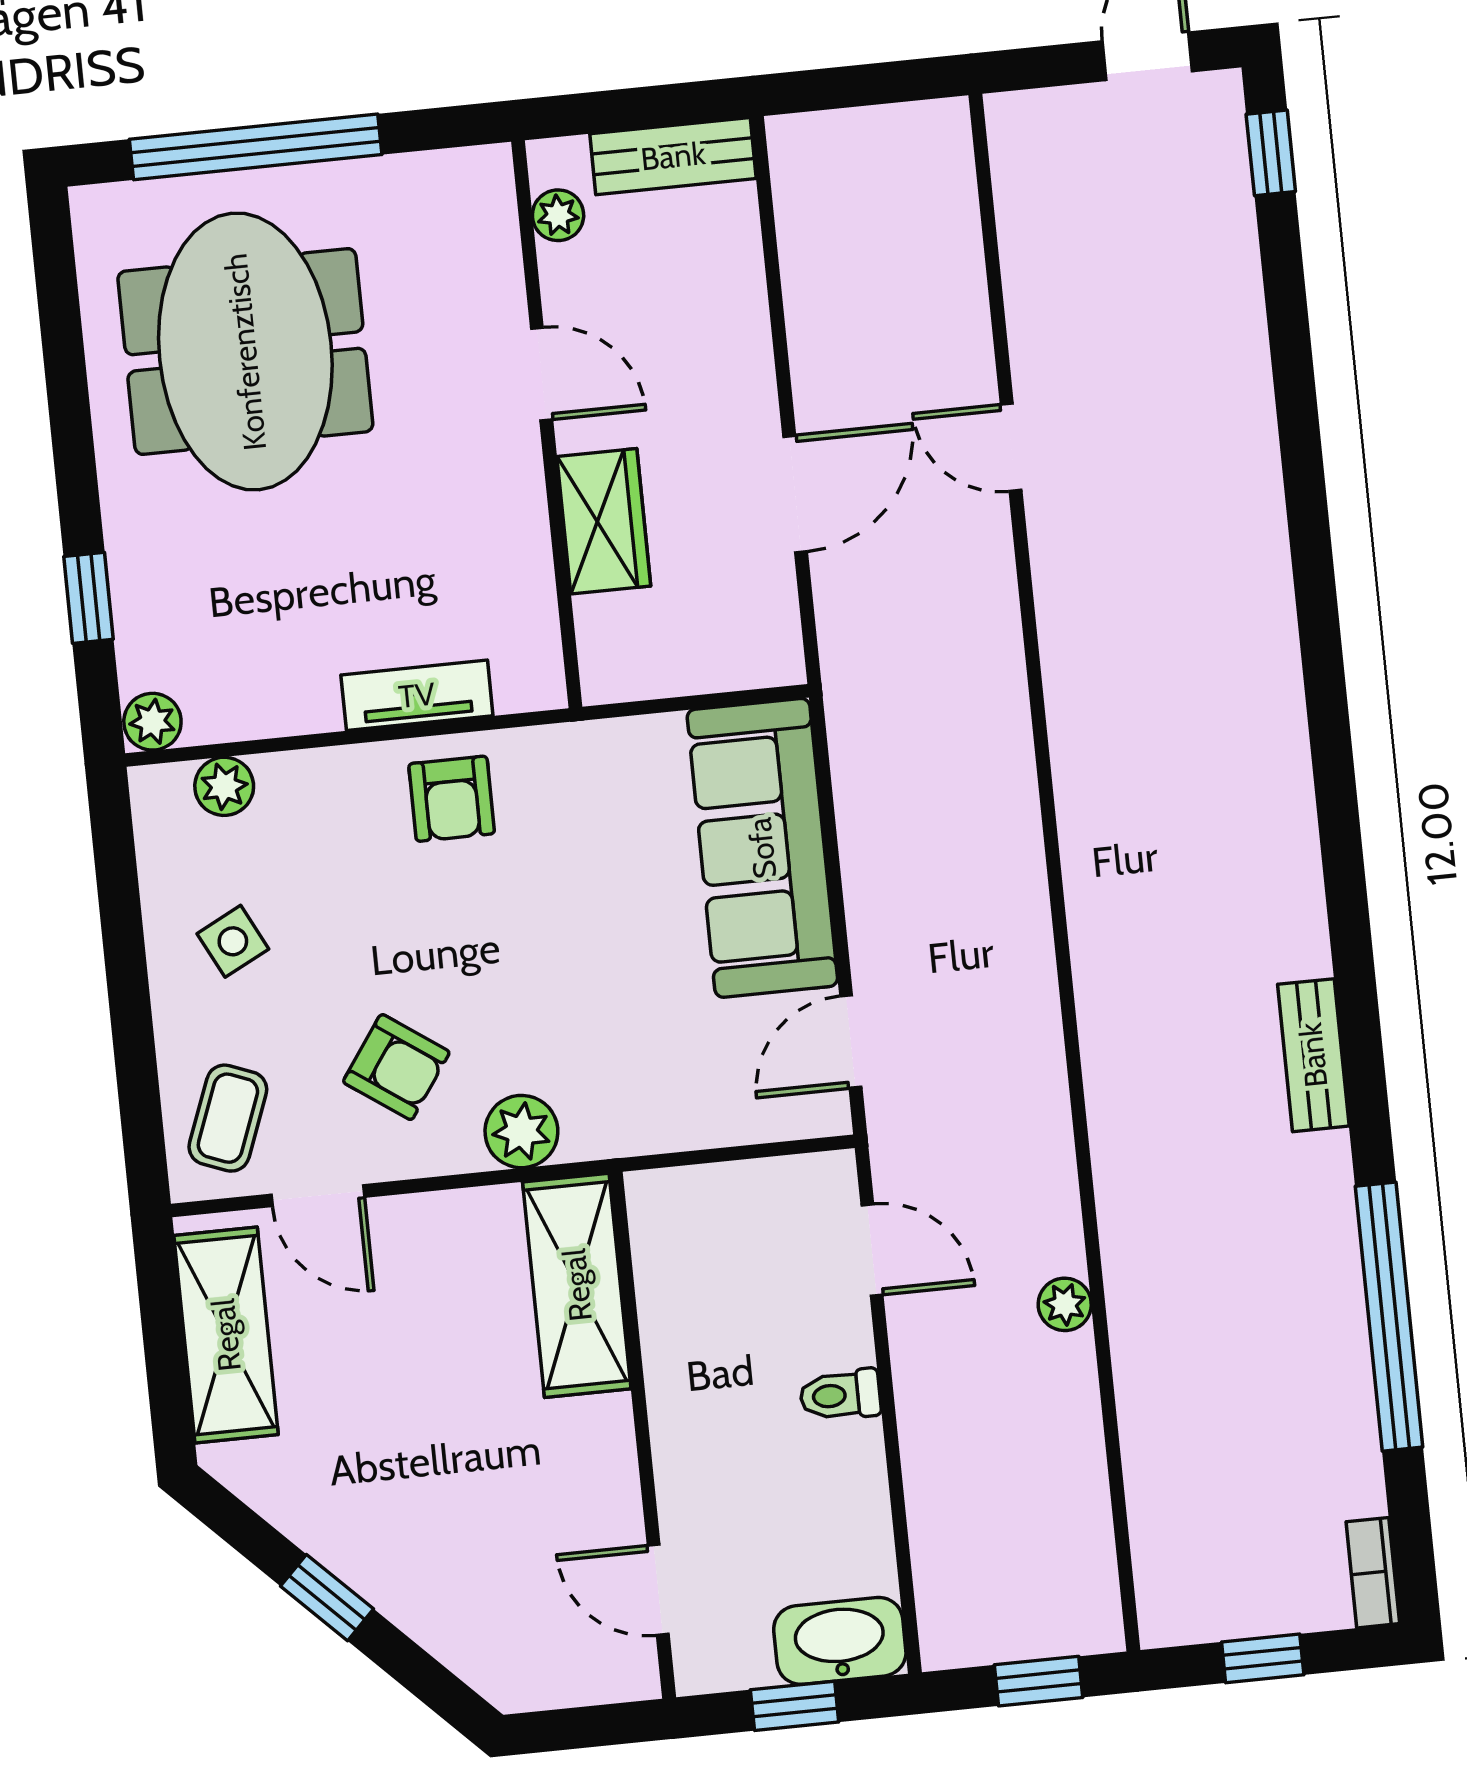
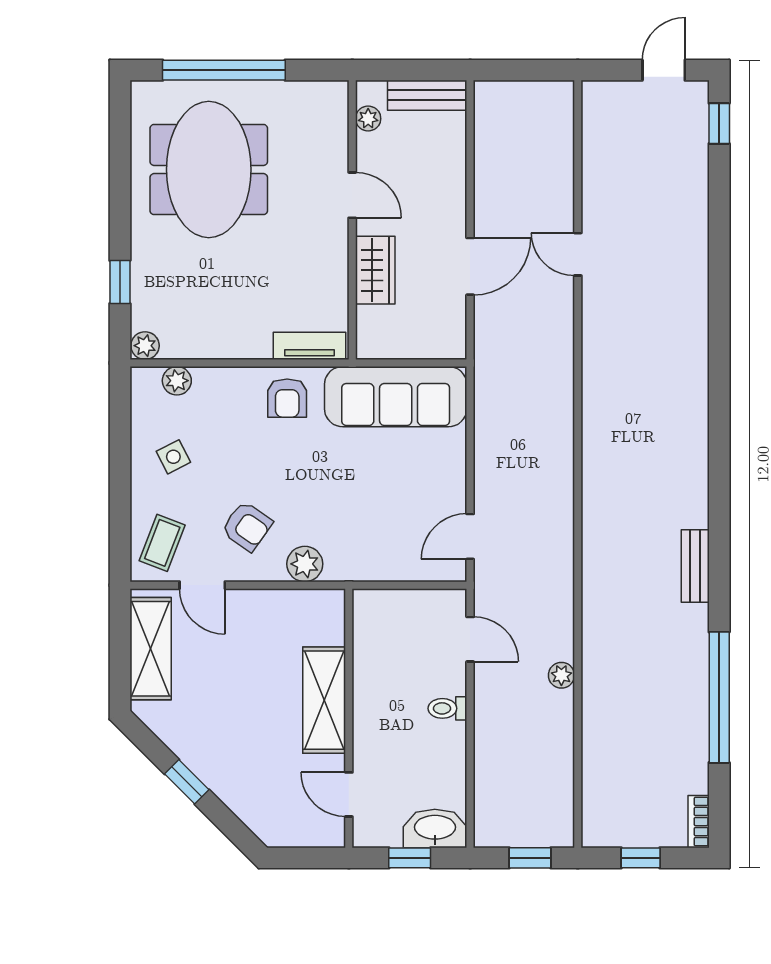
tv unit: (417, 695) -> (310, 346), moved
sofa: (762, 848) -> (396, 397), moved, turned -90
shelving: (577, 1285) -> (324, 700), moved

